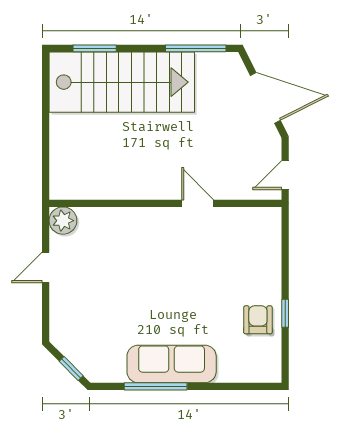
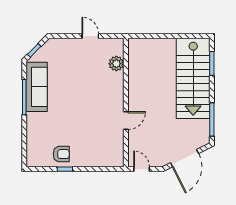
plant: (63, 221) -> (116, 64), moved
sofa: (172, 364) -> (37, 87), moved

